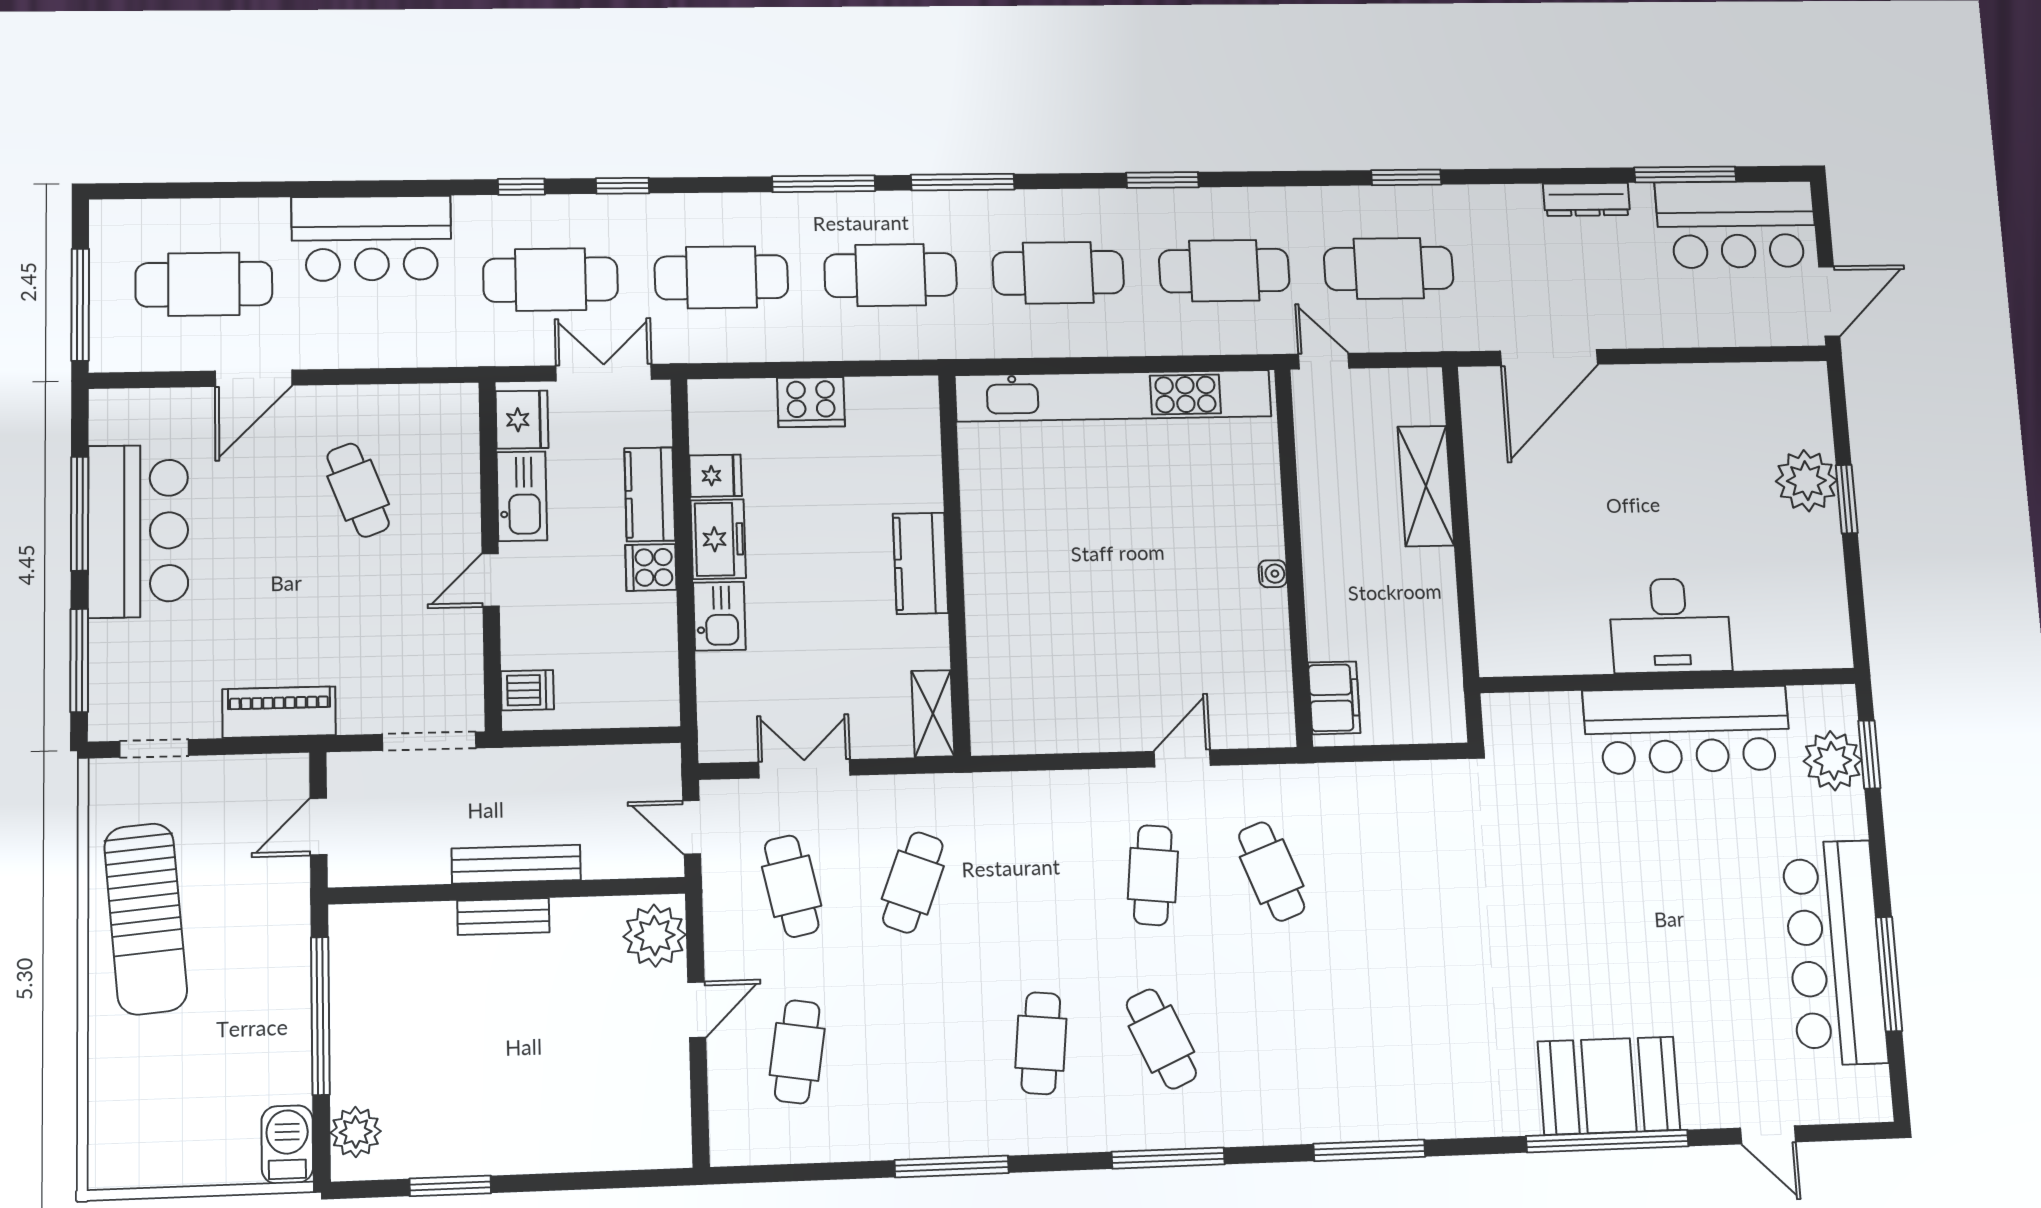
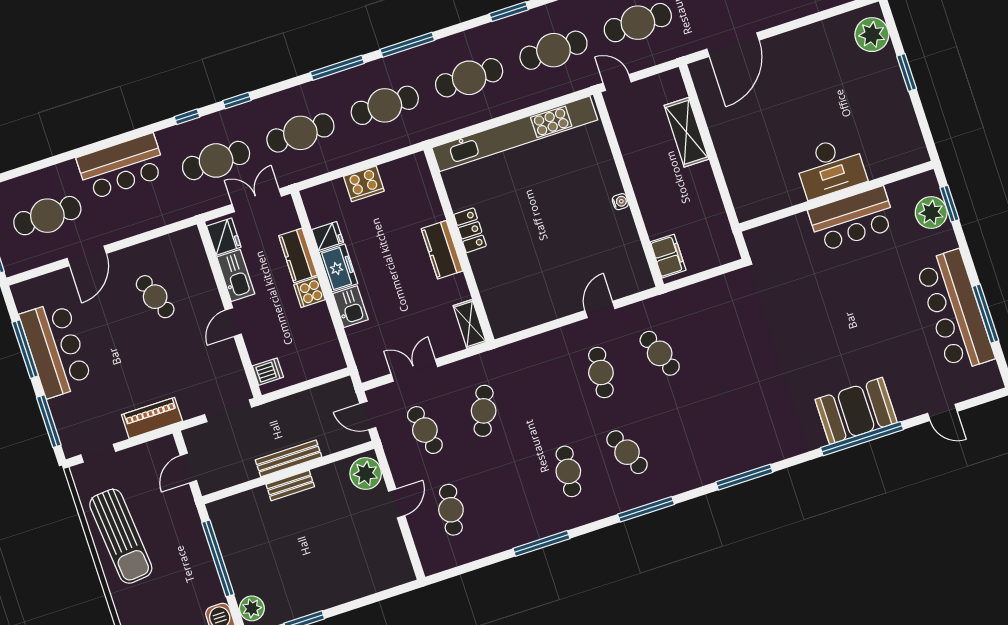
plant: (1806, 481) -> (872, 35), moved
locker: (983, 543) -> (470, 230), added
bar counter: (1687, 730) -> (852, 219), width x0.73

